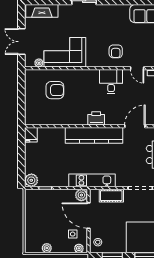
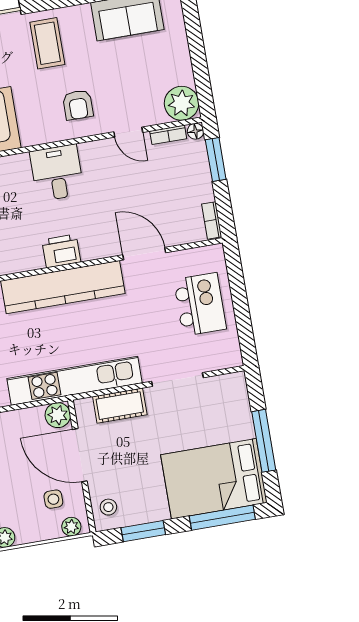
coffee table: (106, 20) -> (47, 43), added
desk: (111, 81) -> (57, 173), moved
door: (135, 126) -> (144, 254), hinge flipped
kitchen unit: (92, 180) -> (75, 381), width x1.36

